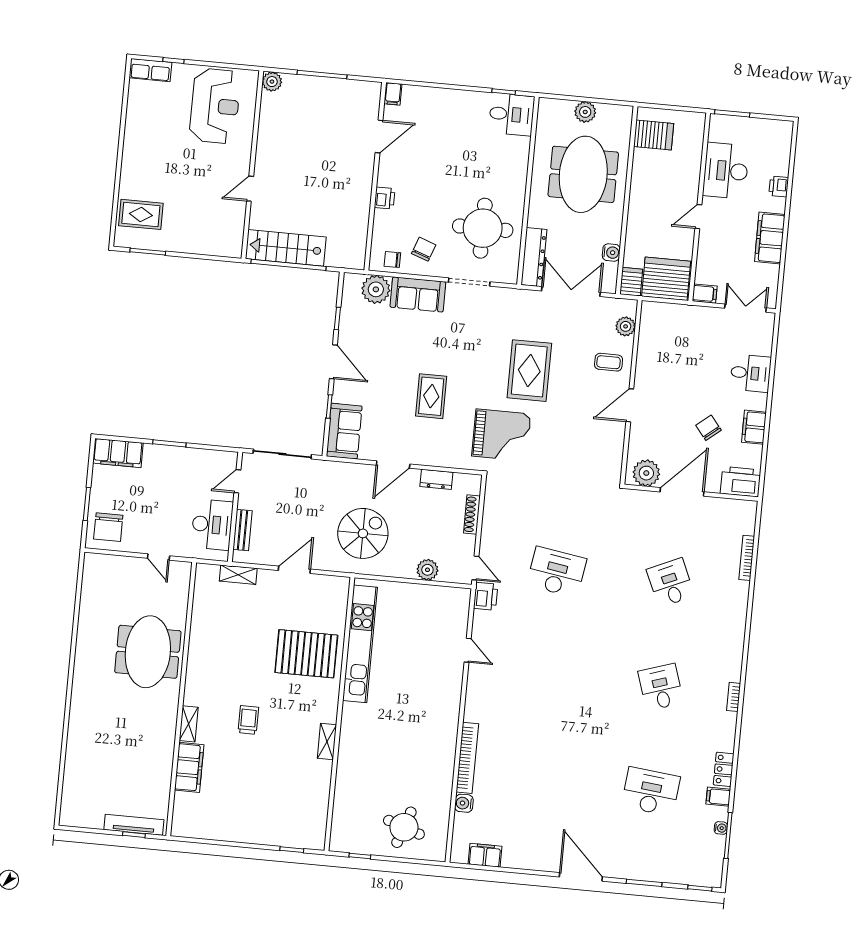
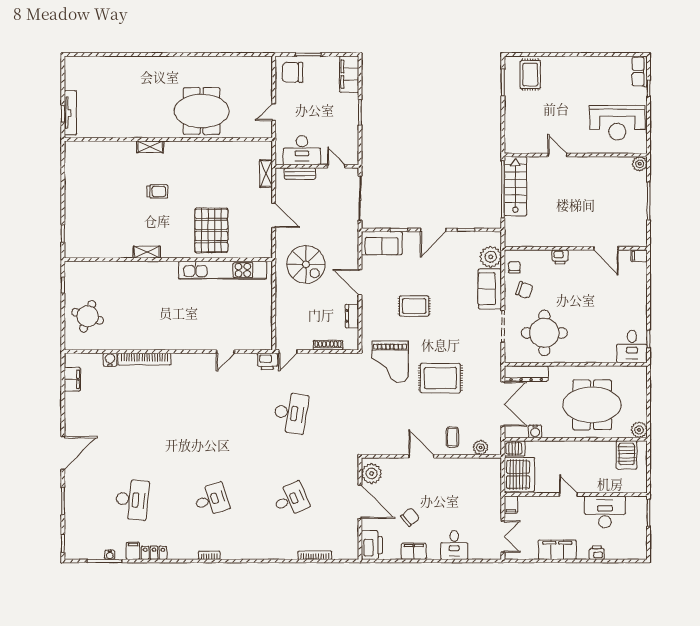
plant: (585, 112) -> (639, 430), moved
plant: (427, 570) -> (283, 316), removed
filing cabinet: (189, 767) -> (117, 150), removed

